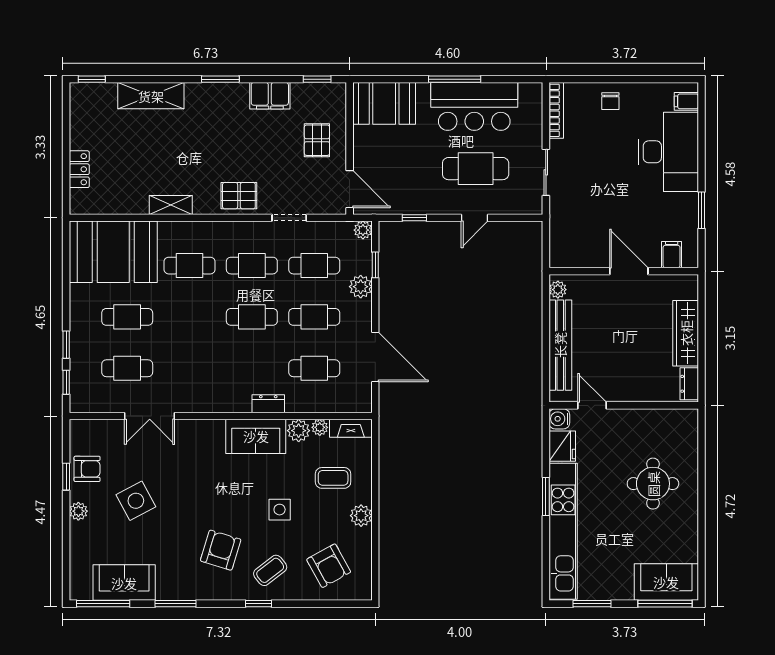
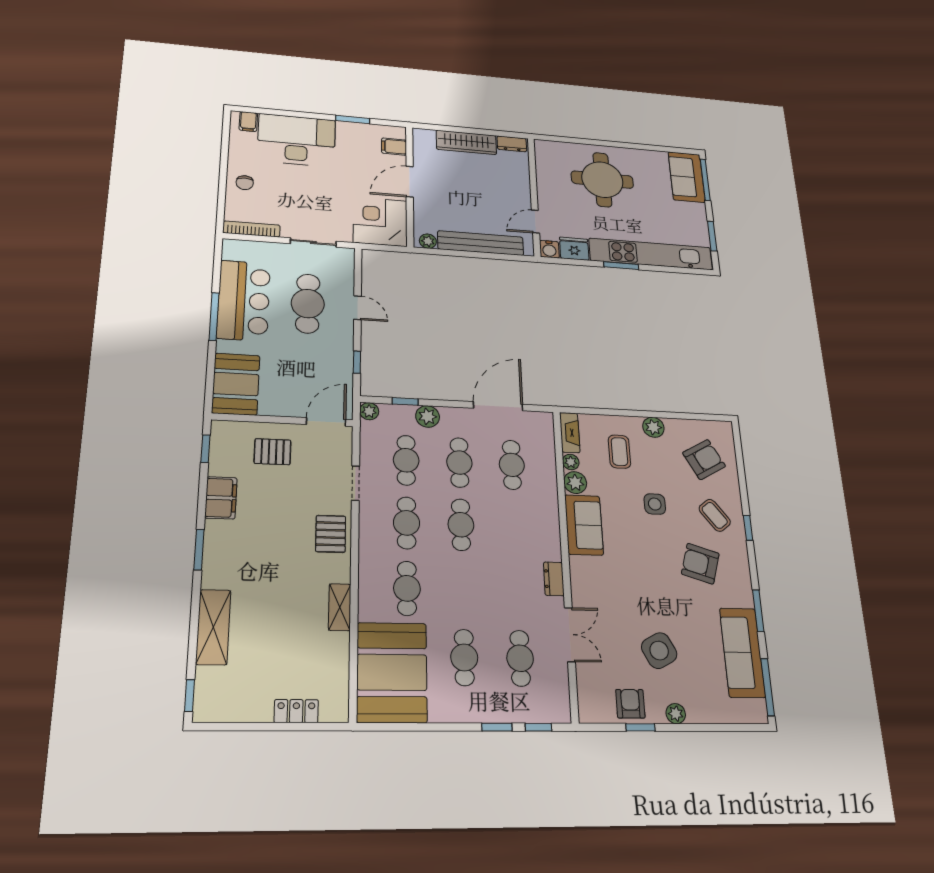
chair: (610, 101) -> (245, 183), turned 90
corner desk: (577, 240) -> (380, 222), added
dresser: (268, 404) -> (554, 579), moved
round table: (653, 484) -> (602, 180), width x1.36, depth x1.36
sofa: (124, 583) -> (742, 652), width x1.36

